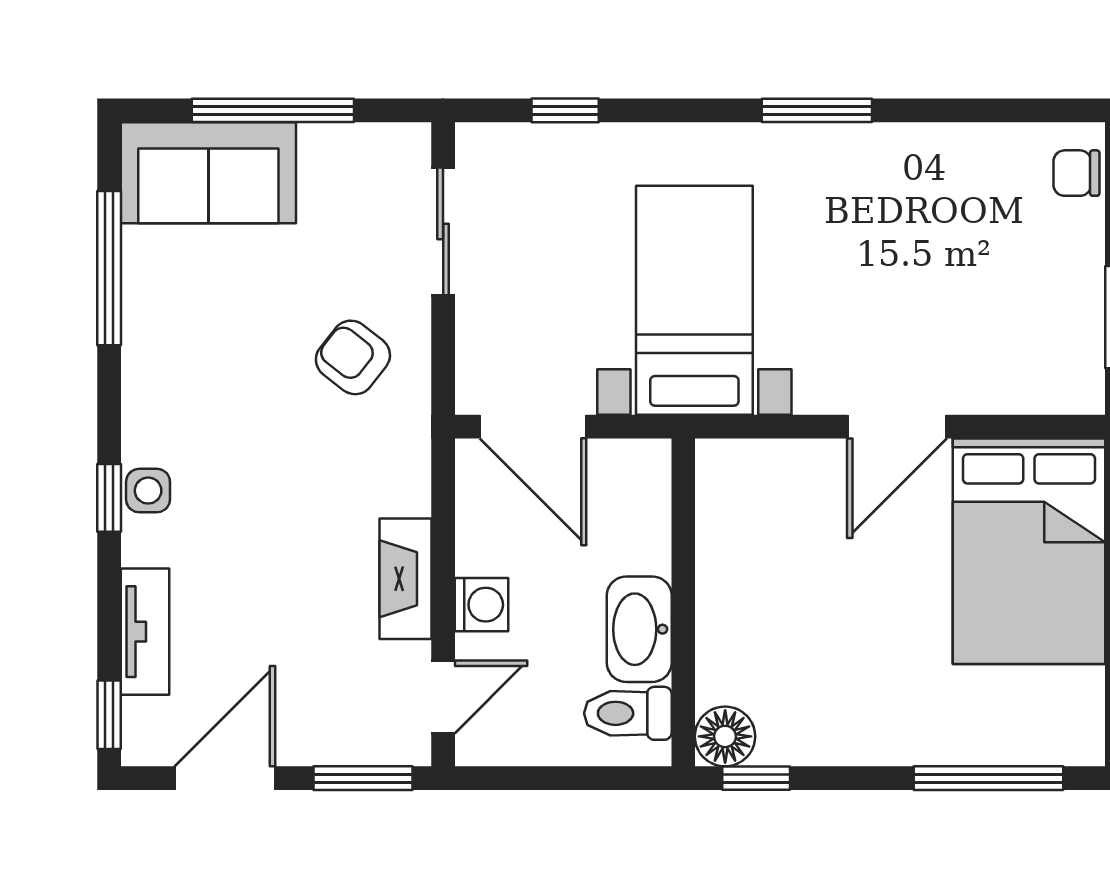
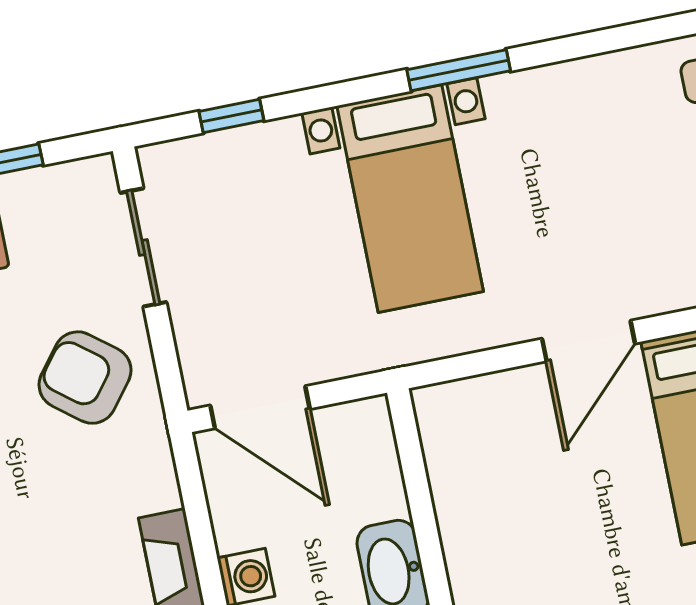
bed with nightstands: (694, 300) -> (410, 199), moved, turned 180
armchair: (353, 357) -> (85, 378), width x1.38, depth x1.38

